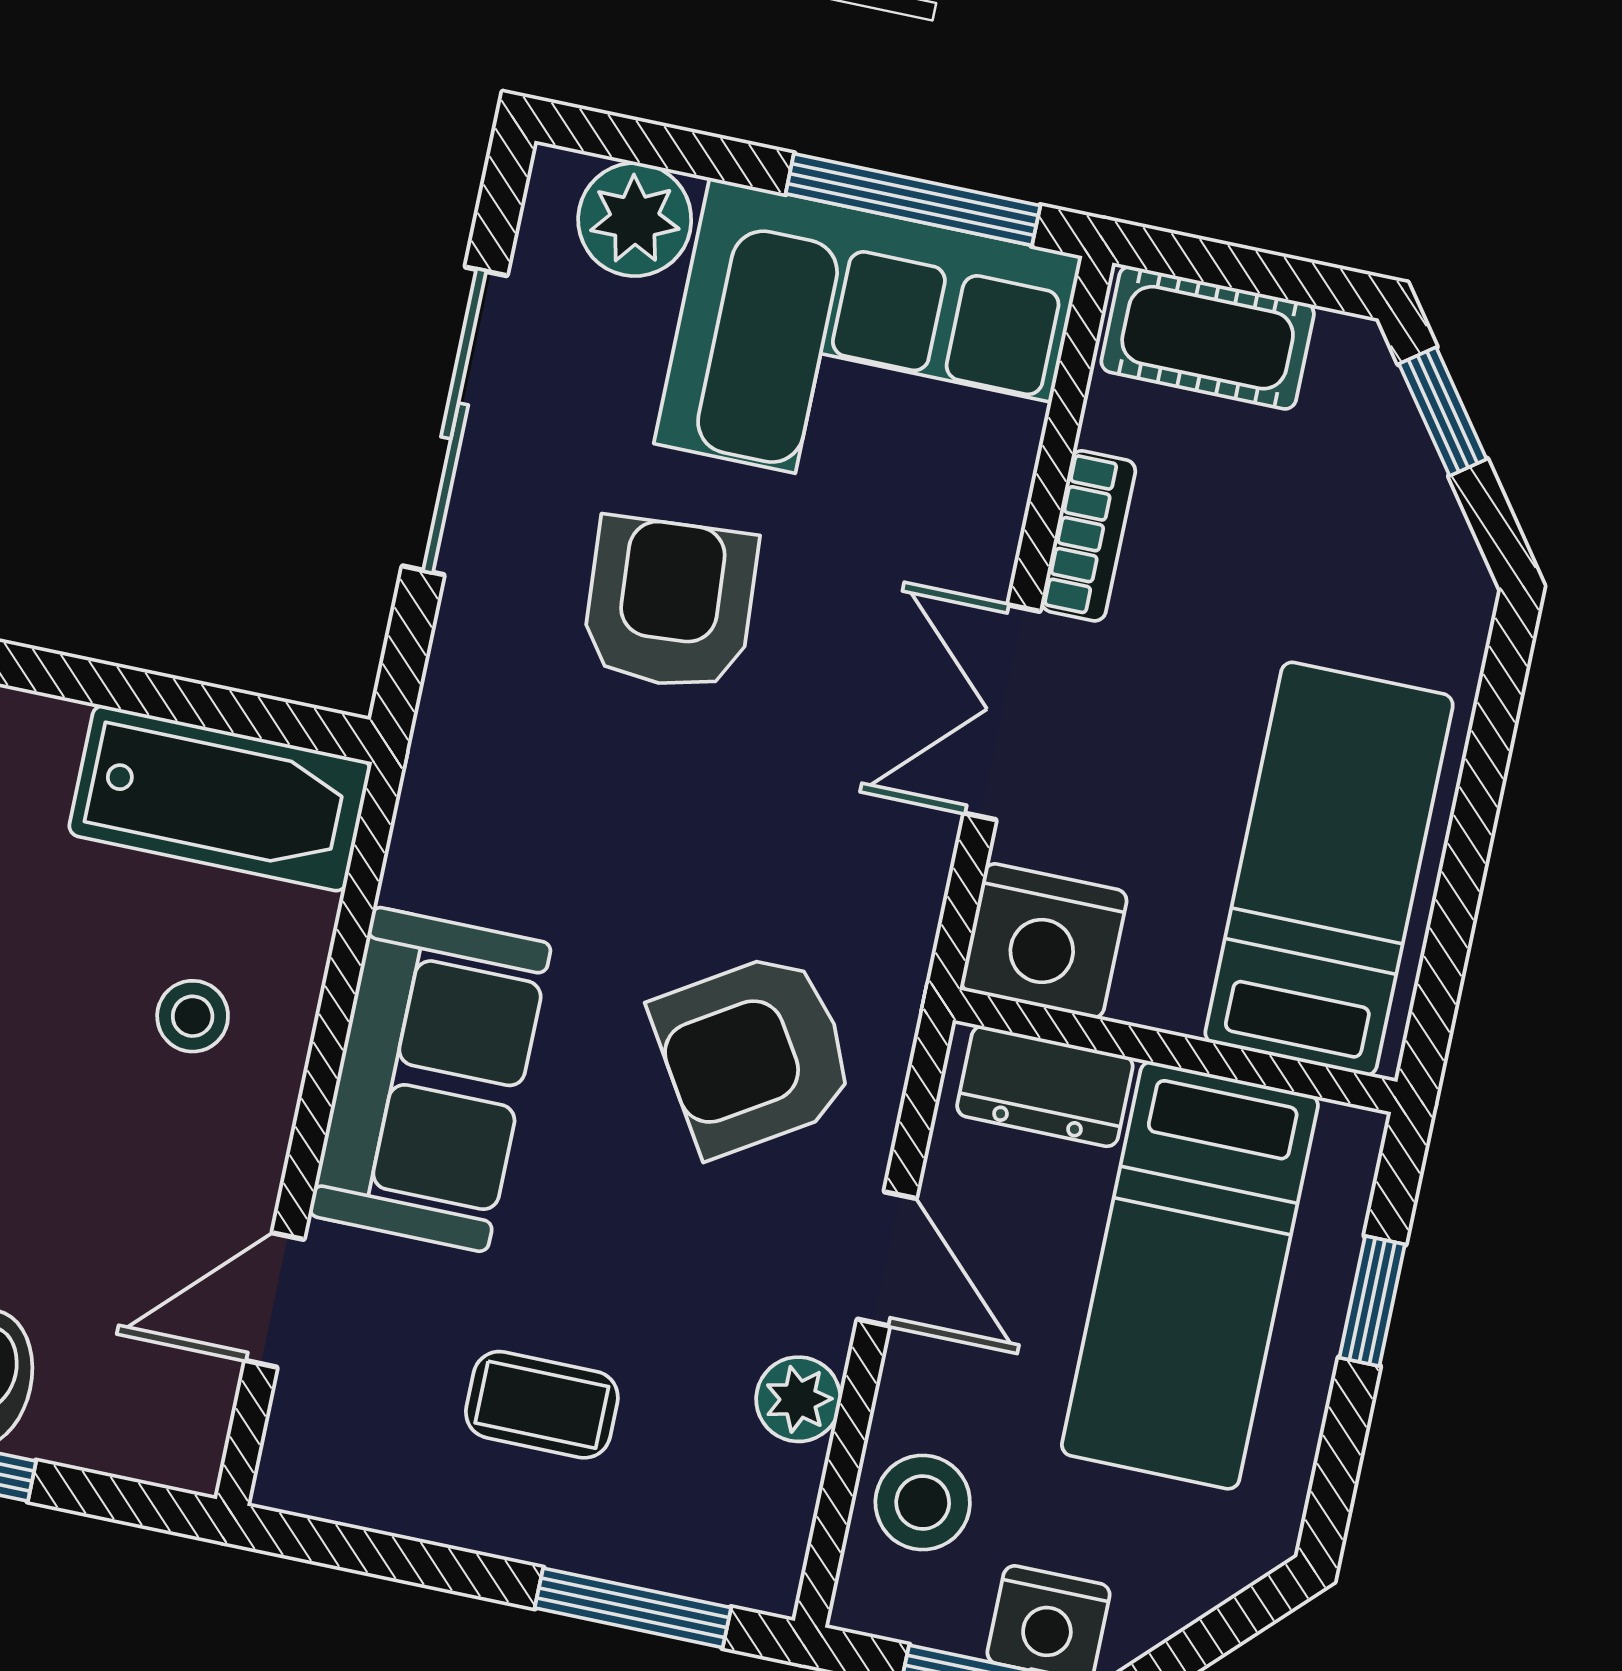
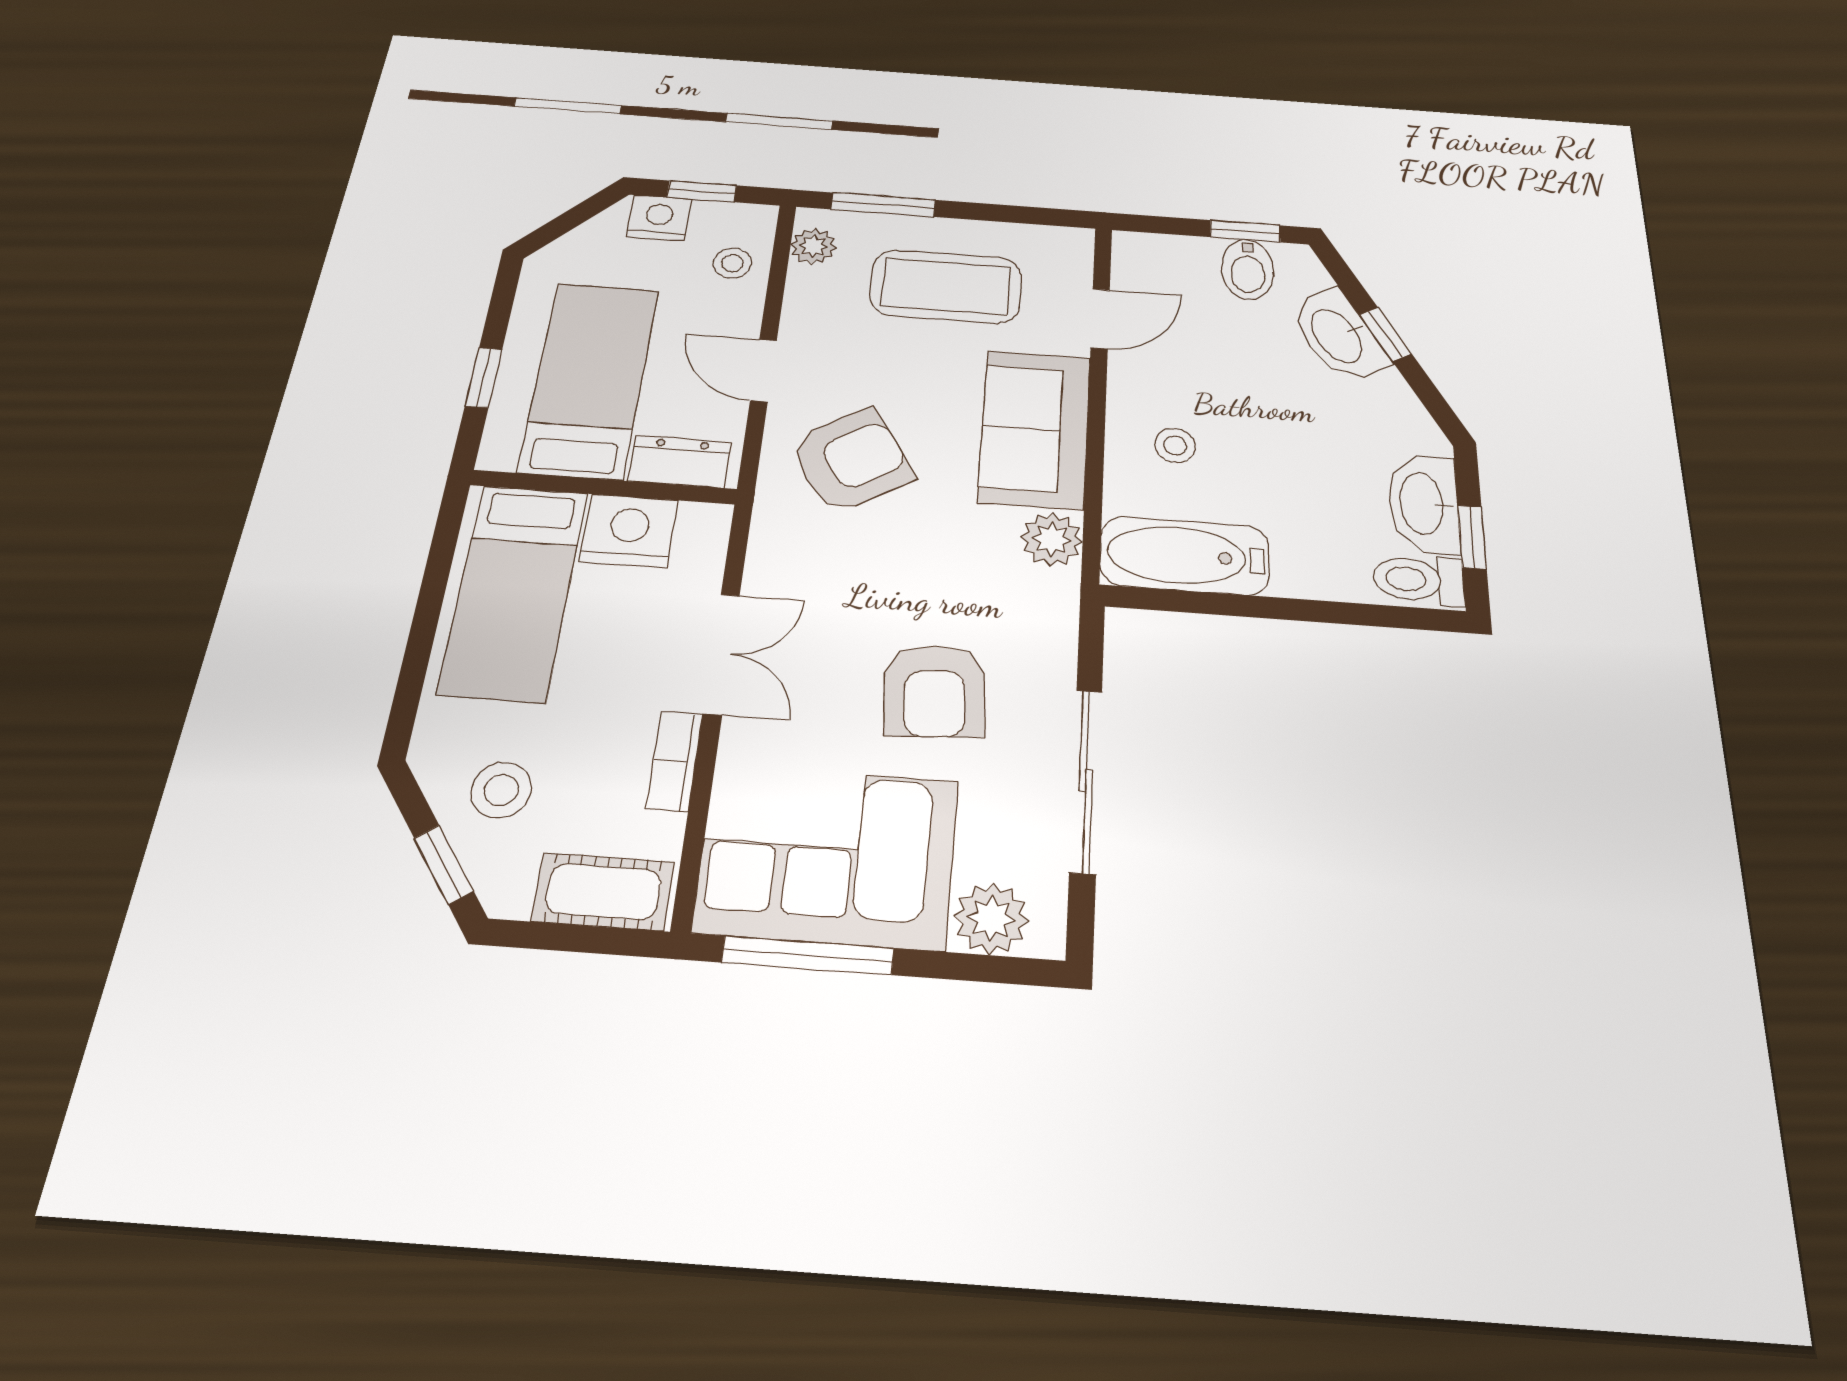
stool: (1355, 522) -> (501, 790), added
plant: (437, 857) -> (1052, 539), added
nightstand: (1044, 941) -> (629, 531), moved
plant: (798, 1399) -> (813, 246), moved
coffee table: (542, 1405) -> (946, 286), width x1.86, depth x1.72
stool: (923, 1503) -> (732, 263), width x0.73, depth x0.73

